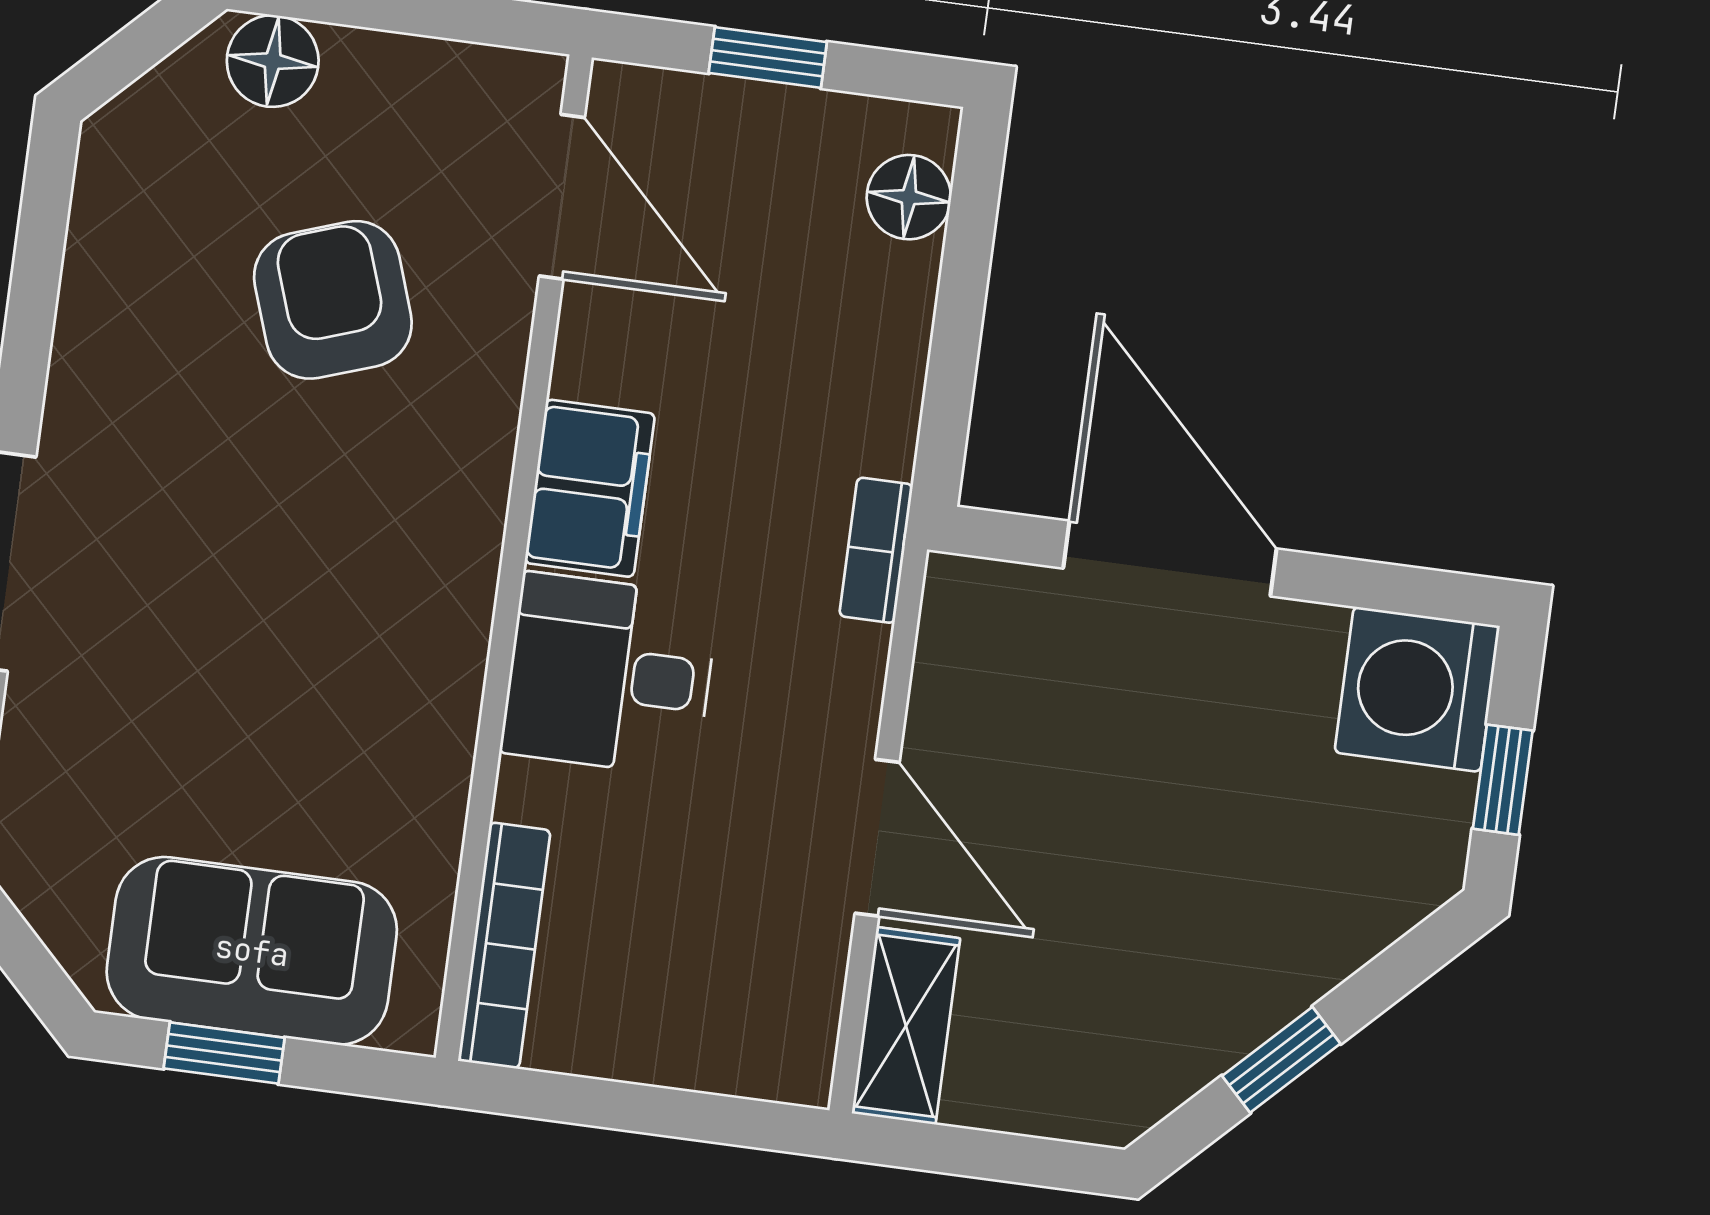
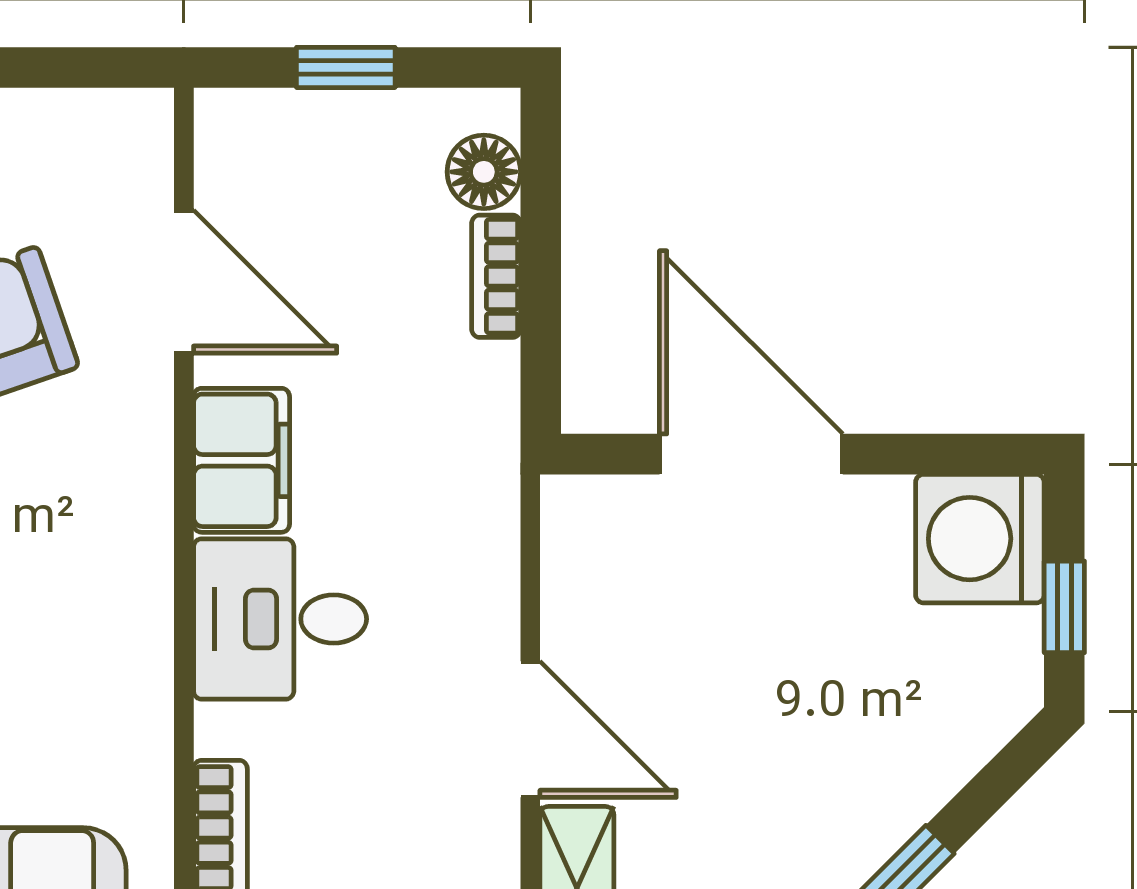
door: (562, 197) -> (184, 282), moved
bookcase: (876, 550) -> (496, 276), moved

